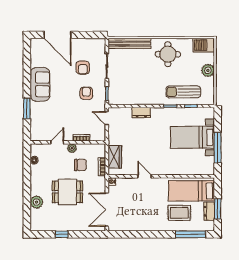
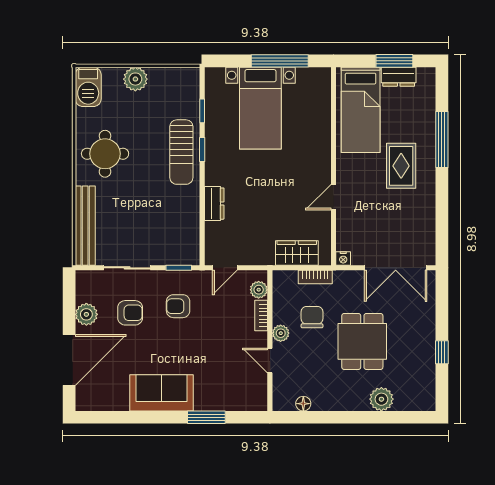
plant: (82, 44) -> (86, 314), added
sun lounger: (183, 92) -> (181, 152), moved
plant: (95, 136) -> (259, 290), added
rug: (179, 213) -> (401, 166), moved
window: (190, 234) -> (442, 139), moved

